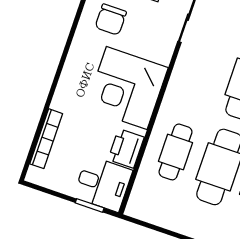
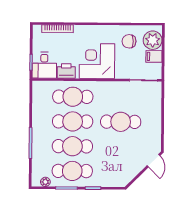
cafe table: (175, 152) -> (73, 97), width x1.37, depth x1.35

